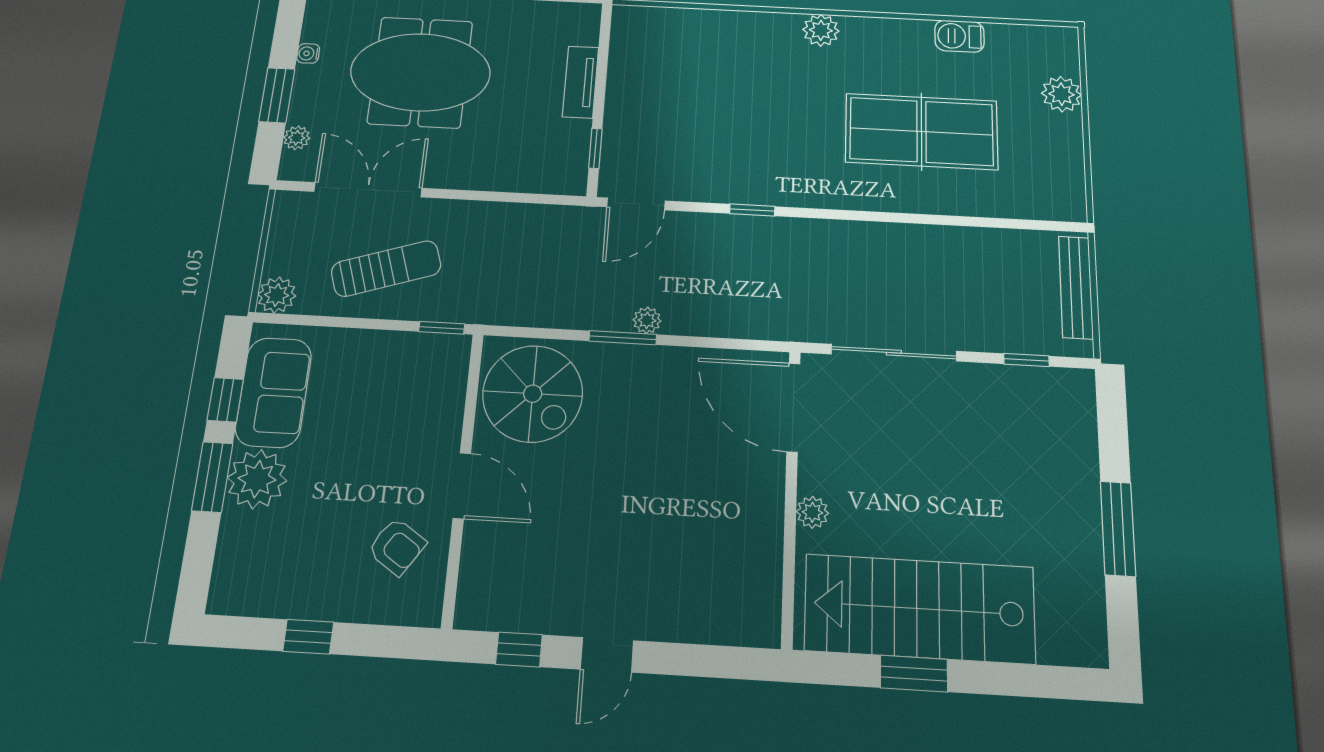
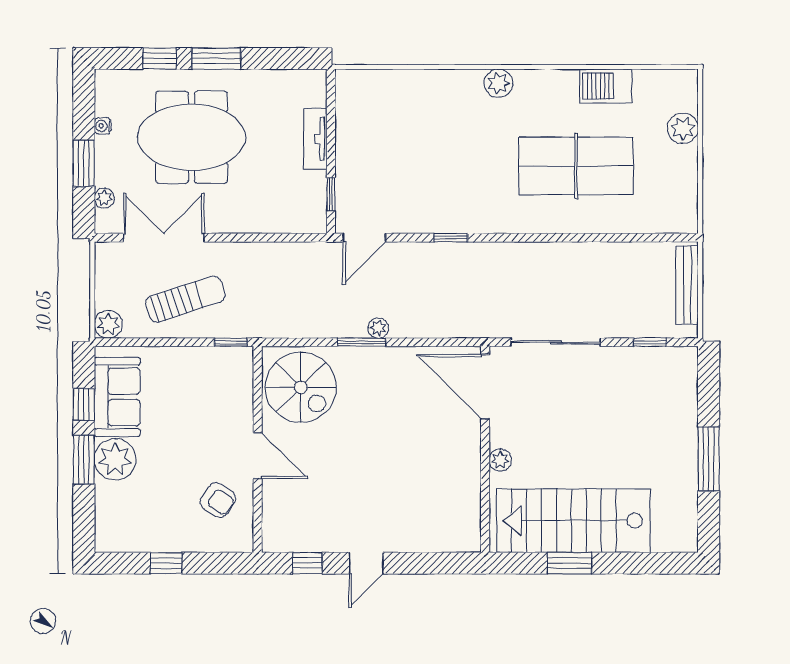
barbecue: (959, 36) -> (606, 86), width x1.38, depth x1.27

